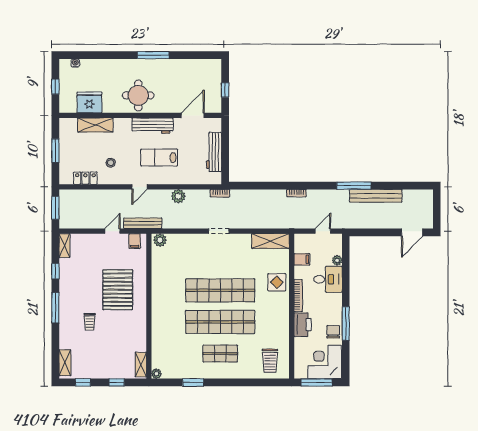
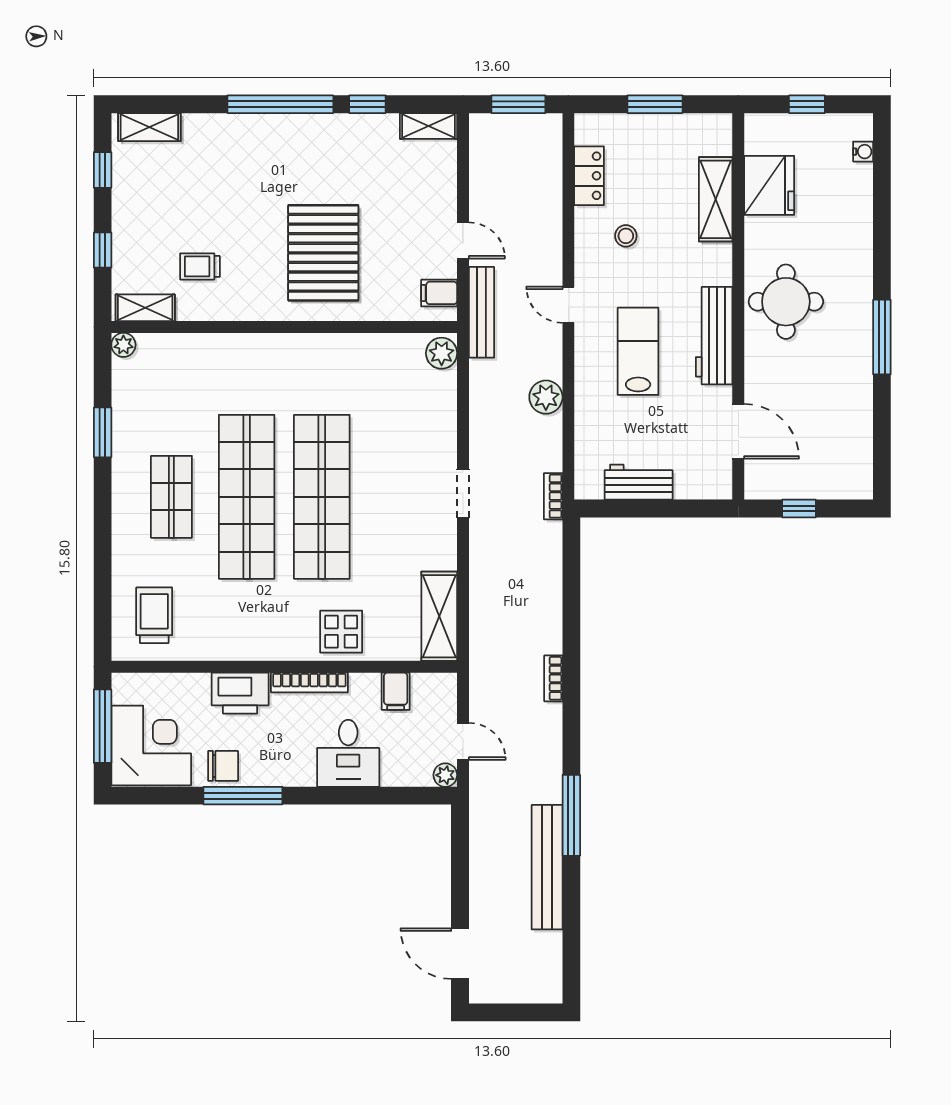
workbench: (214, 152) -> (639, 482), width x0.73
plant: (337, 260) -> (445, 775), moved
pallet: (118, 290) -> (323, 253), turned 90
window: (55, 308) -> (280, 104), width x1.46
trolley: (90, 322) -> (200, 266), moved
trolley: (270, 361) -> (154, 615), turned 90

